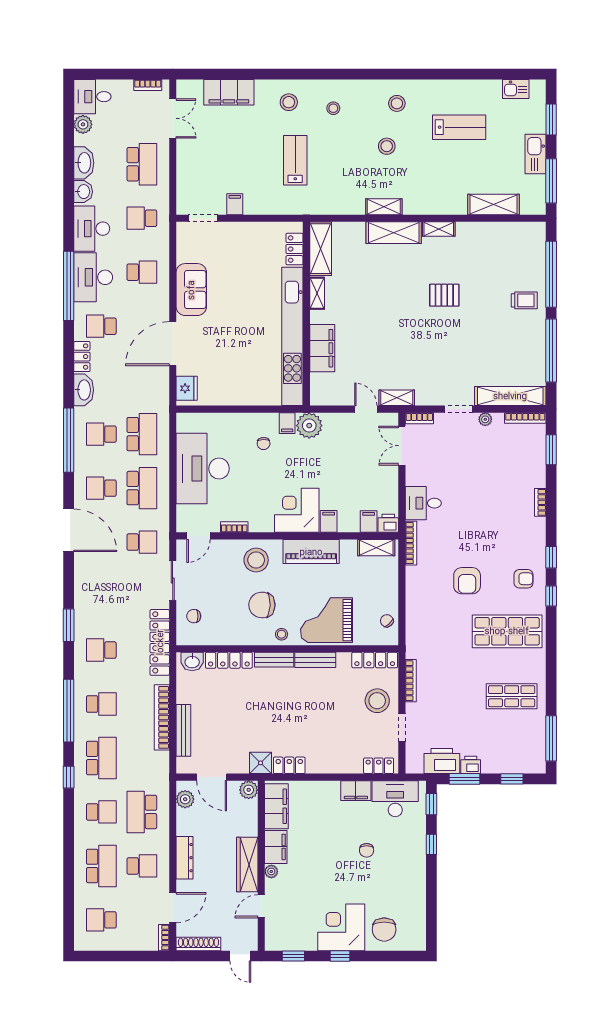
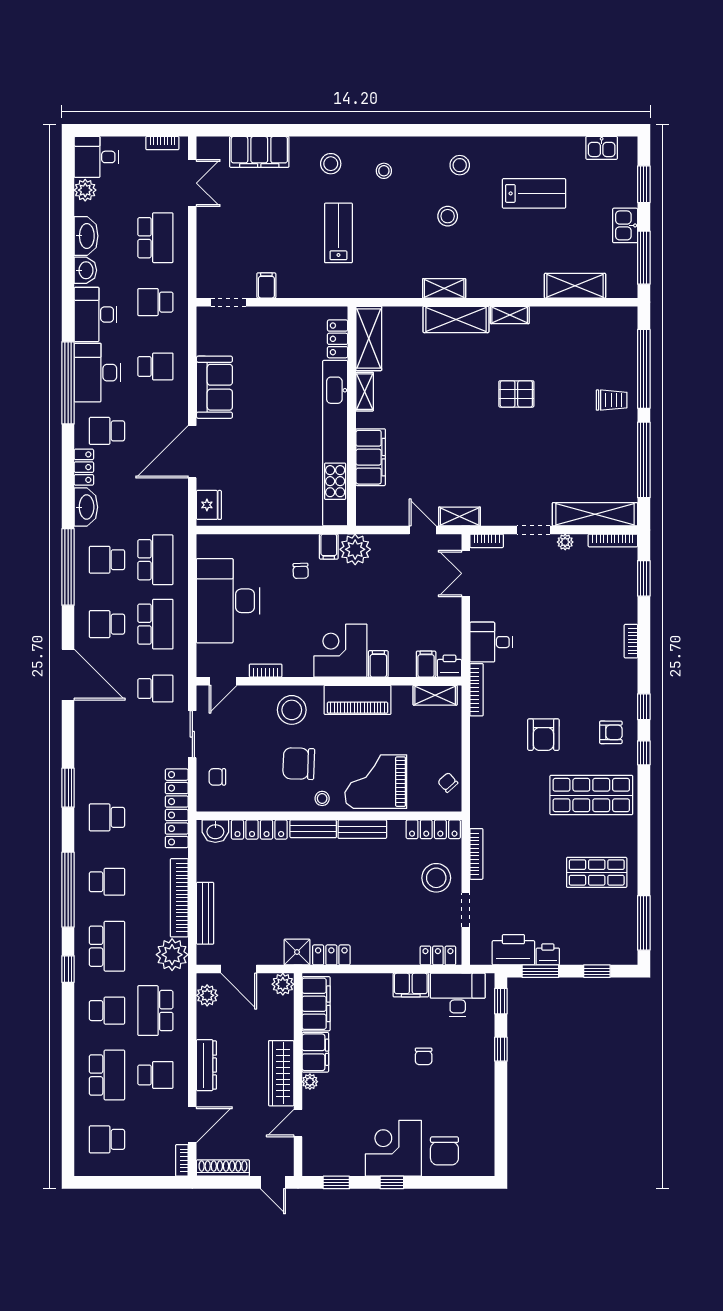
kitchen sink: (535, 154) -> (625, 225), width x0.73
plant: (156, 765) -> (172, 955), added

